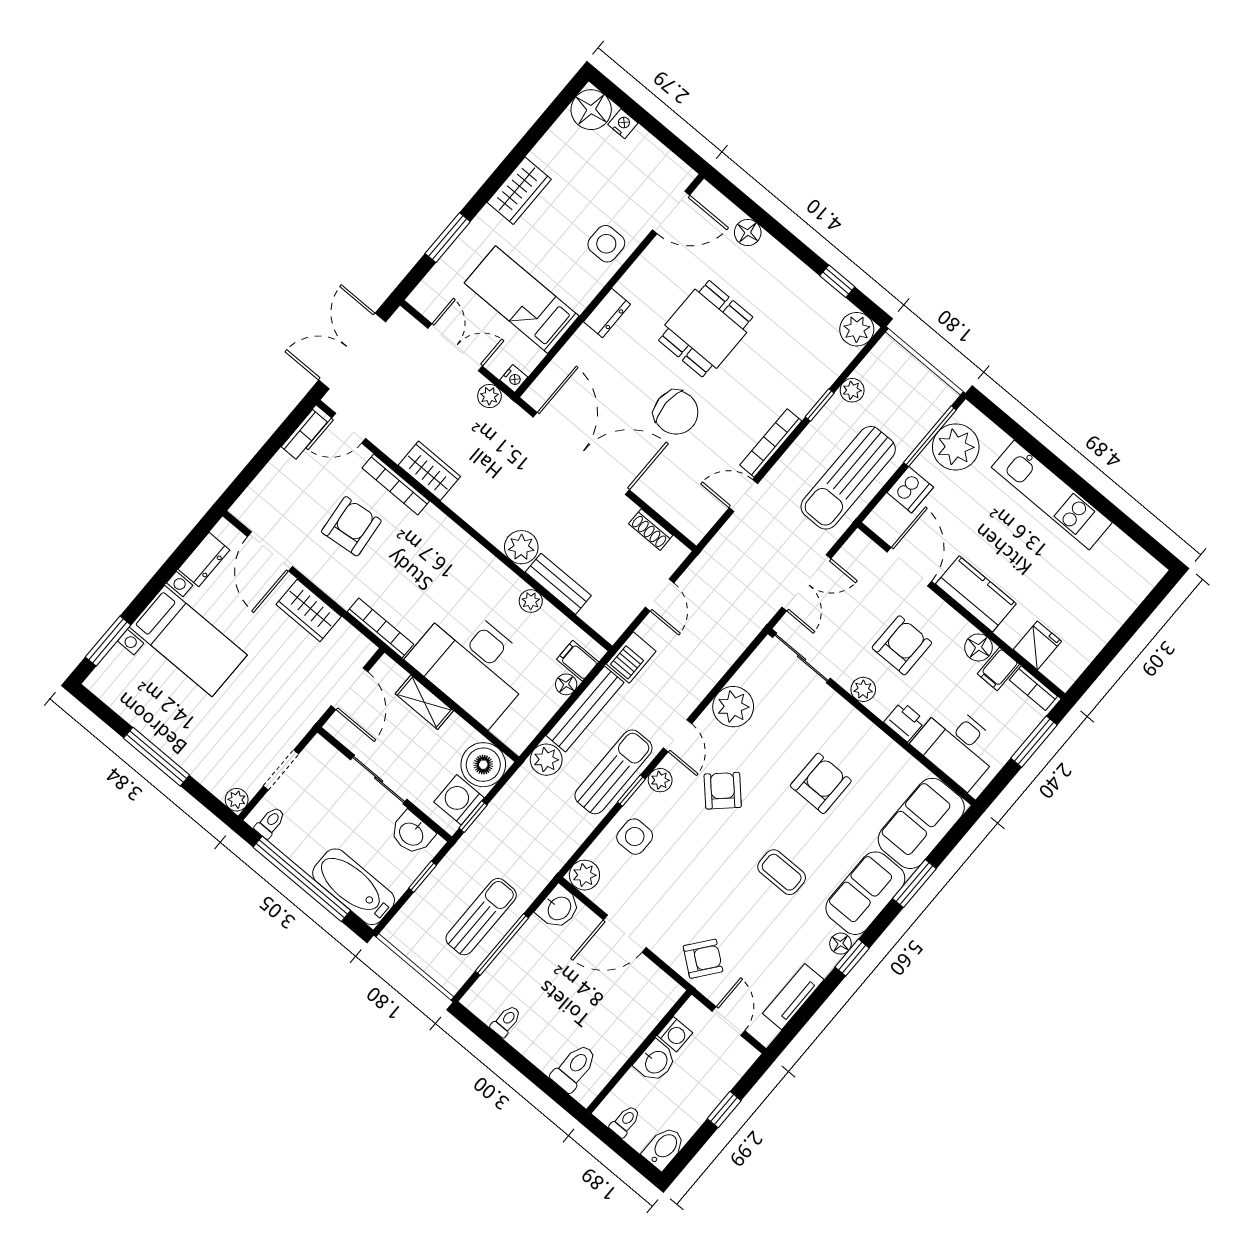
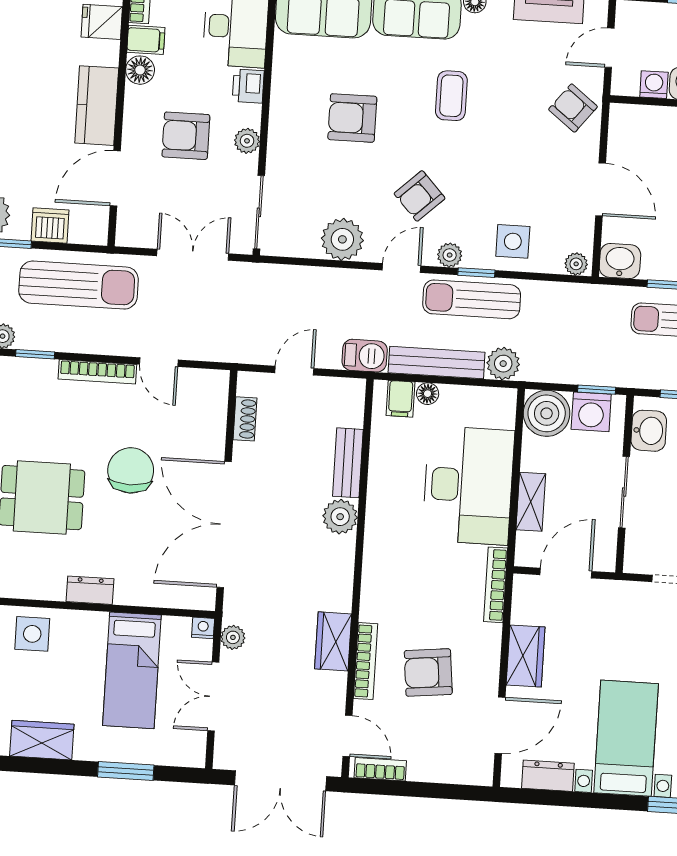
plant: (531, 601) -> (380, 475), removed
plant: (584, 875) -> (576, 264), width x0.73, depth x0.73

